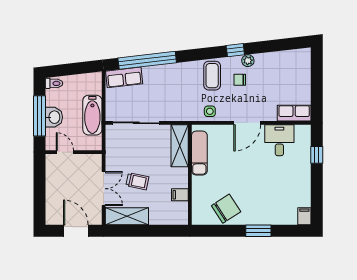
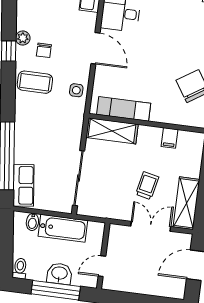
bidet: (94, 89) -> (32, 222), added

